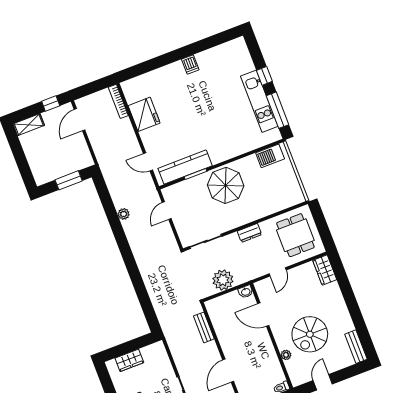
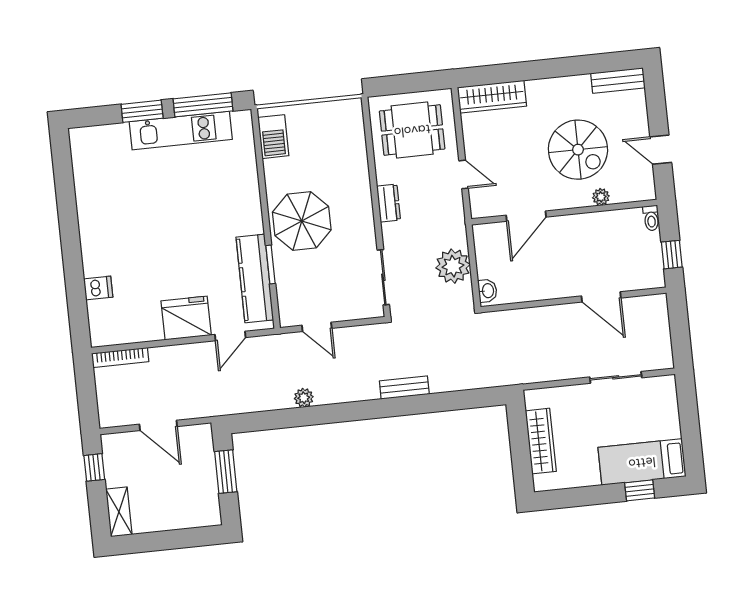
dishwasher: (190, 64) -> (98, 288), moved
window: (264, 76) -> (142, 111), width x1.50
fridge: (144, 114) -> (186, 318), moved
door: (79, 120) -> (158, 425), moved
wardrobe: (325, 270) -> (492, 97), width x1.50
washbasin: (246, 292) -> (487, 291), moved
bench: (204, 327) -> (404, 388), moved
wardrobe: (129, 360) -> (541, 441), width x1.50

